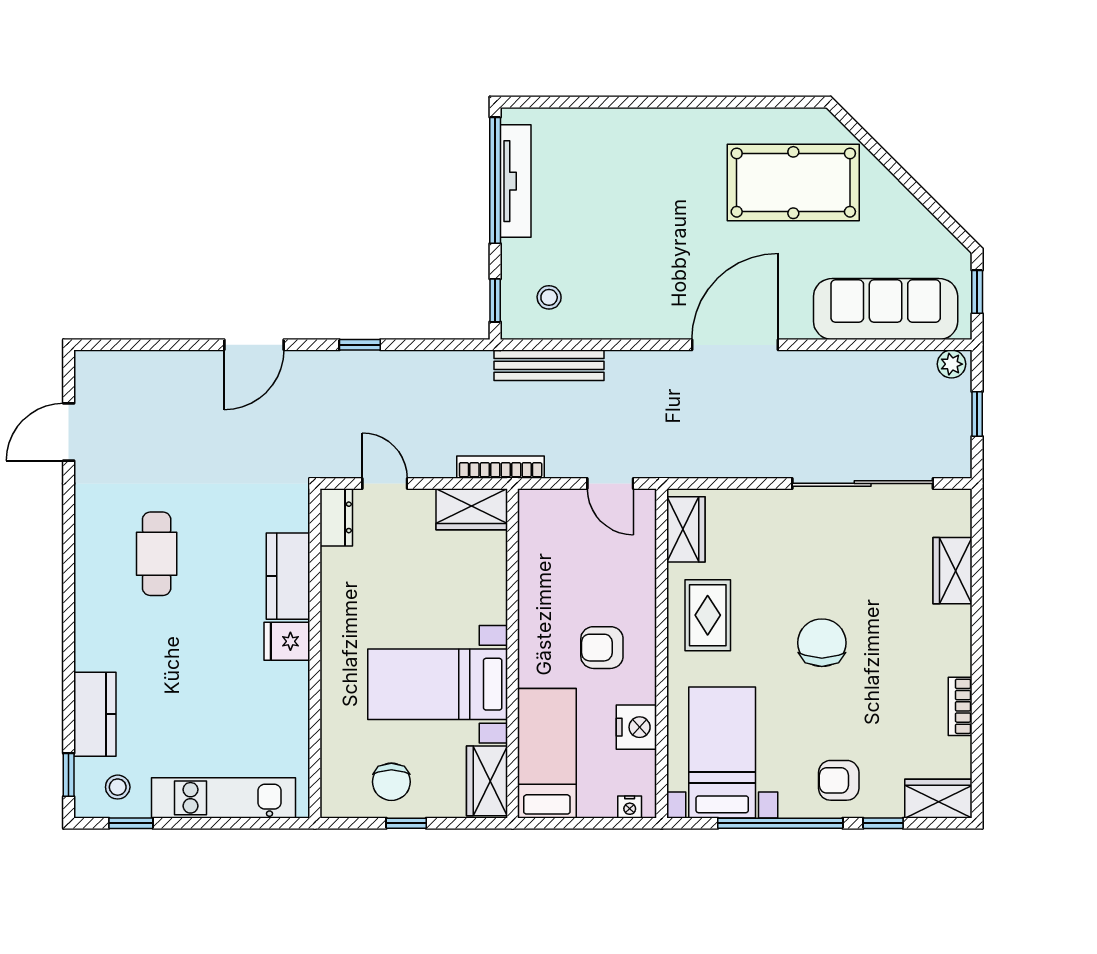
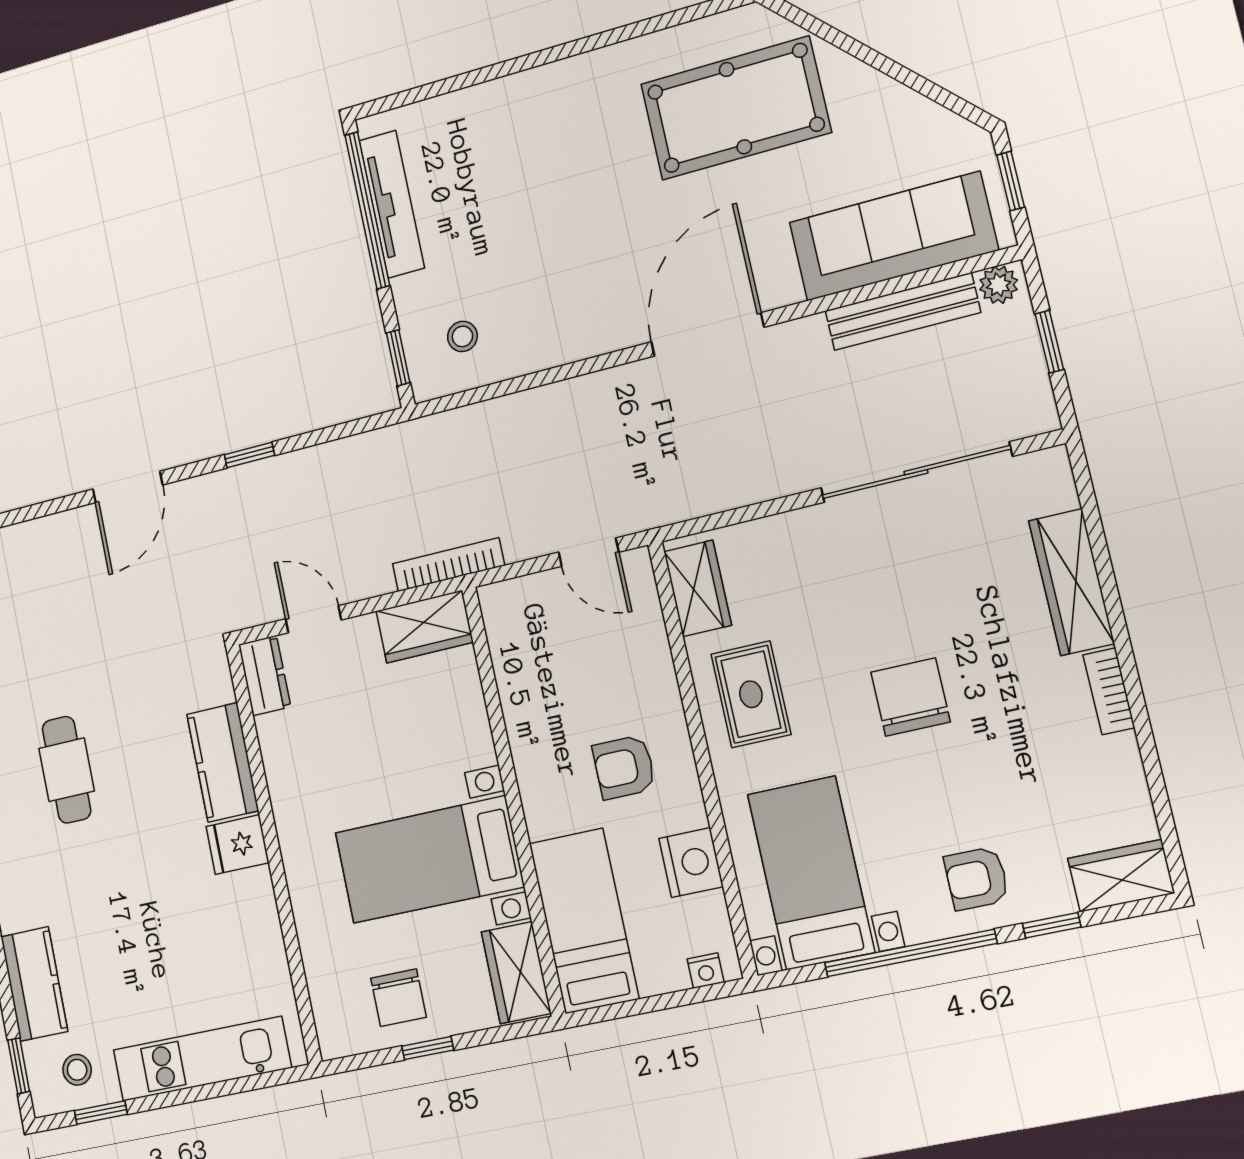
bench: (549, 365) -> (903, 312), moved
wardrobe: (953, 571) -> (1071, 582), width x1.50
bookcase: (960, 706) -> (1109, 691), moved

